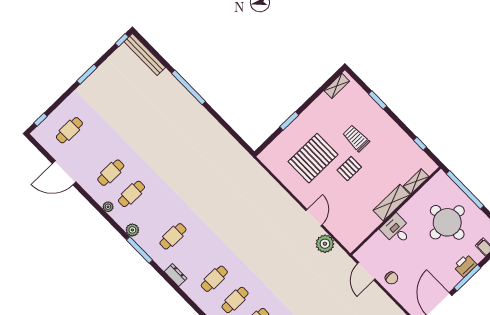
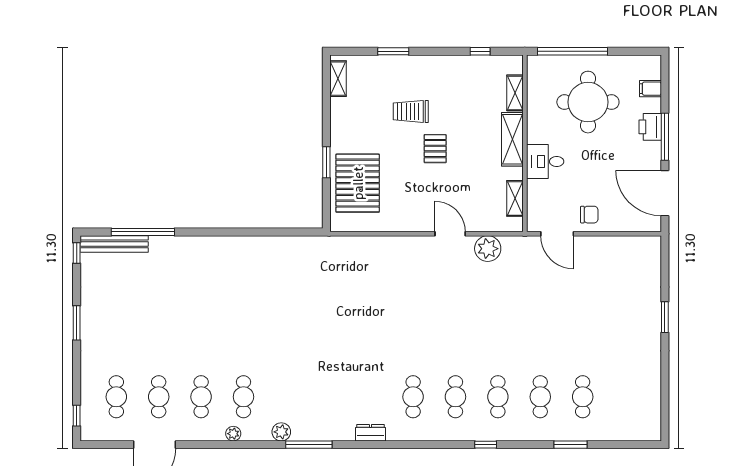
window: (189, 87) -> (143, 232), moved
pallet: (313, 158) -> (358, 183), moved
shelving: (363, 233) -> (515, 198), added
cafe table: (173, 236) -> (159, 397), moved

